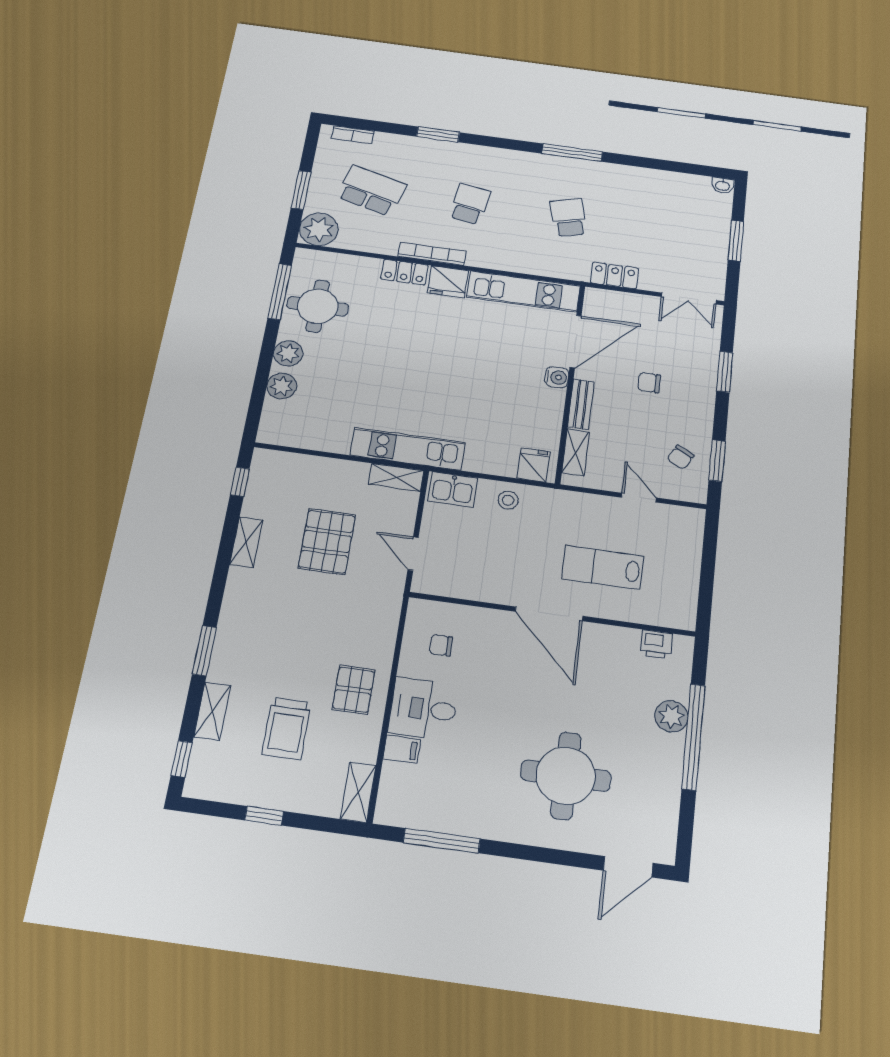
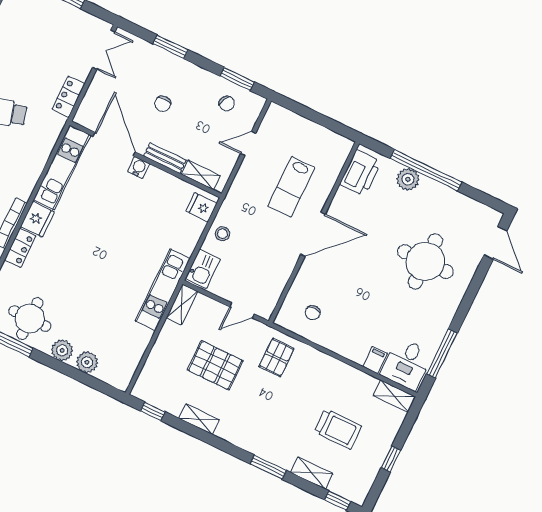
printer: (656, 644) -> (360, 173), width x1.87, depth x1.48
pallet: (354, 690) -> (277, 358), moved, turned 90
desk: (423, 709) -> (406, 364), moved

